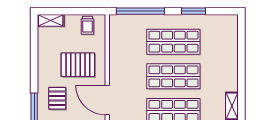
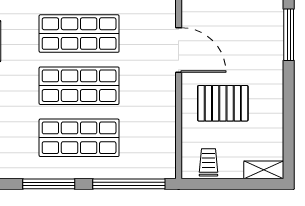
window: (194, 11) -> (49, 184), width x1.44
pallet: (57, 98) -> (254, 53), removed

